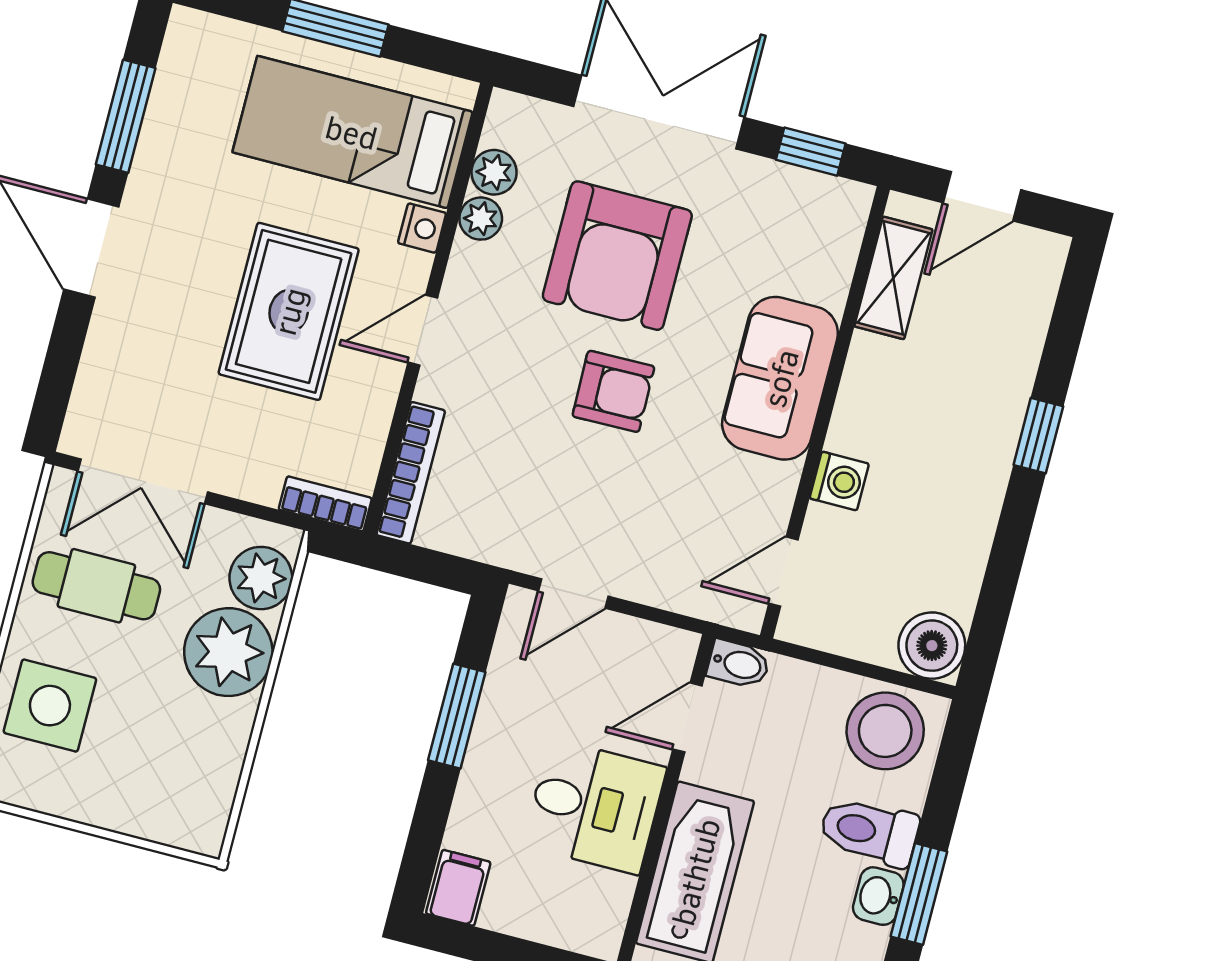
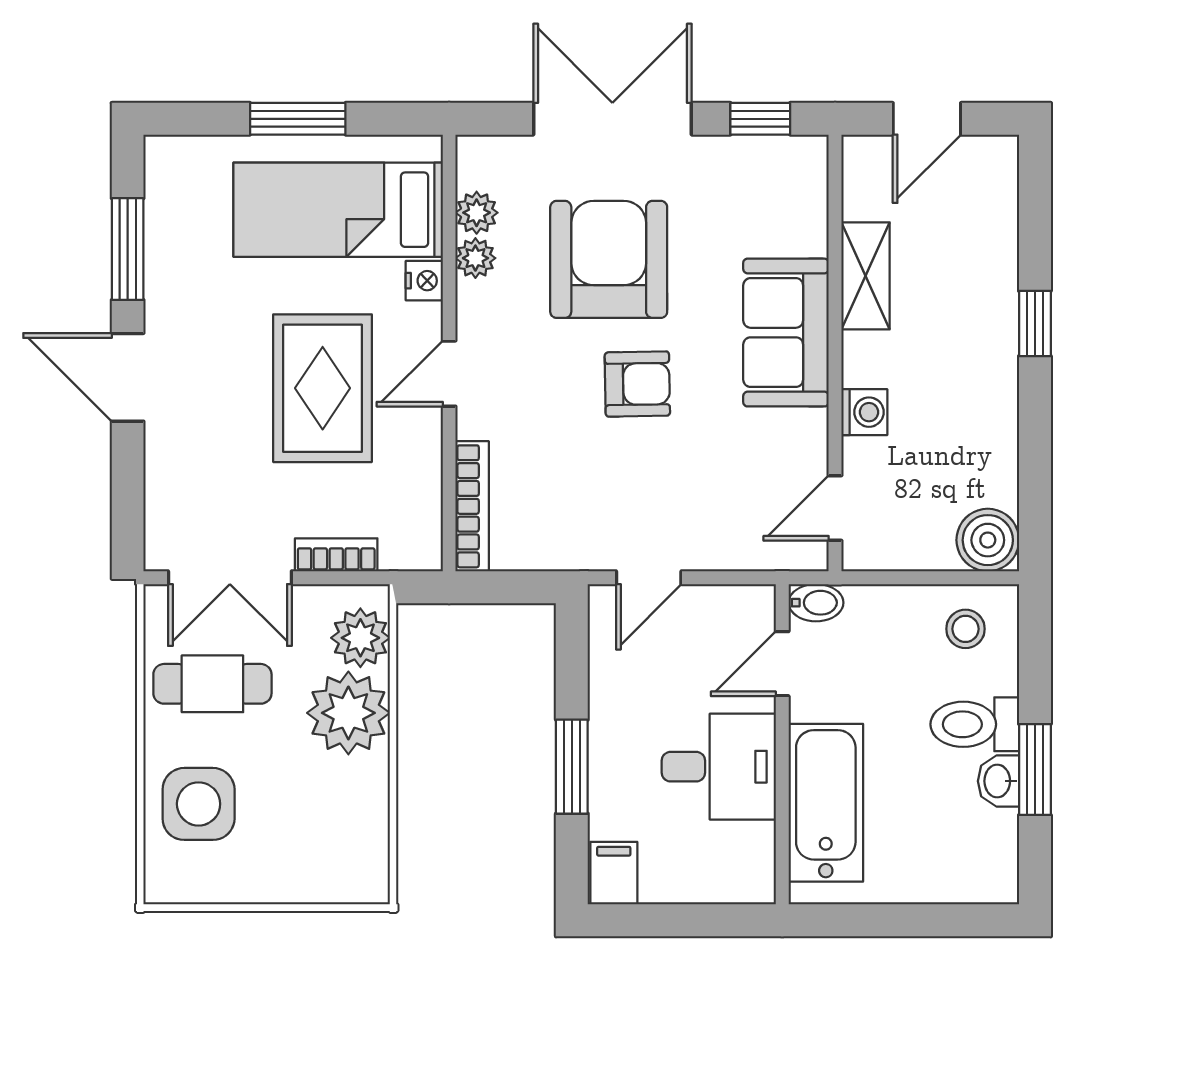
armchair: (617, 256) -> (609, 259), turned 180
shelving: (893, 278) -> (866, 276), moved
bookcase: (325, 504) -> (336, 555), moved
window: (457, 716) -> (572, 767), moved
stool: (885, 731) -> (966, 629), width x0.53, depth x0.53

